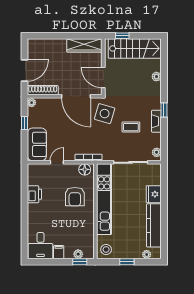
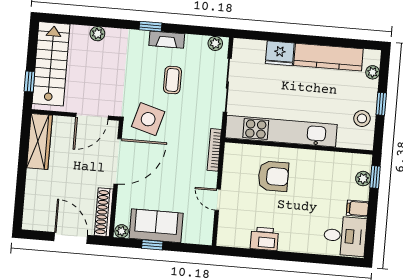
sofa: (37, 144) -> (156, 226), moved
floor lamp: (85, 169) -> (232, 157), removed
stool: (106, 249) -> (362, 118), moved

